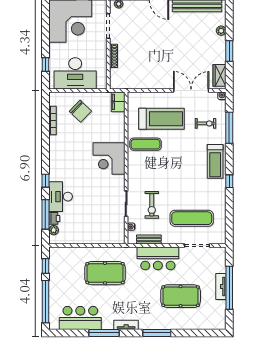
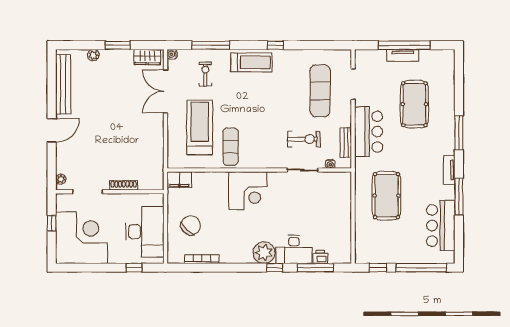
plant: (54, 230) -> (264, 253), moved, width x1.87, depth x1.87

